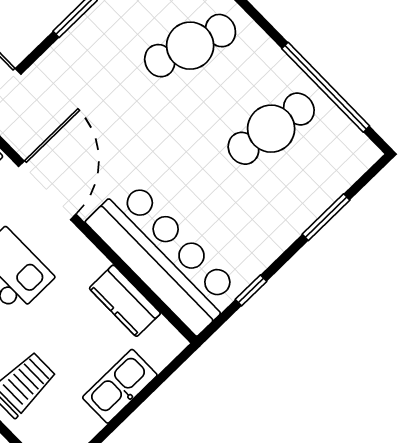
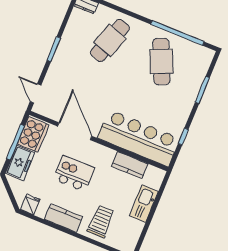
cafe table: (271, 129) -> (161, 62), turned -33

